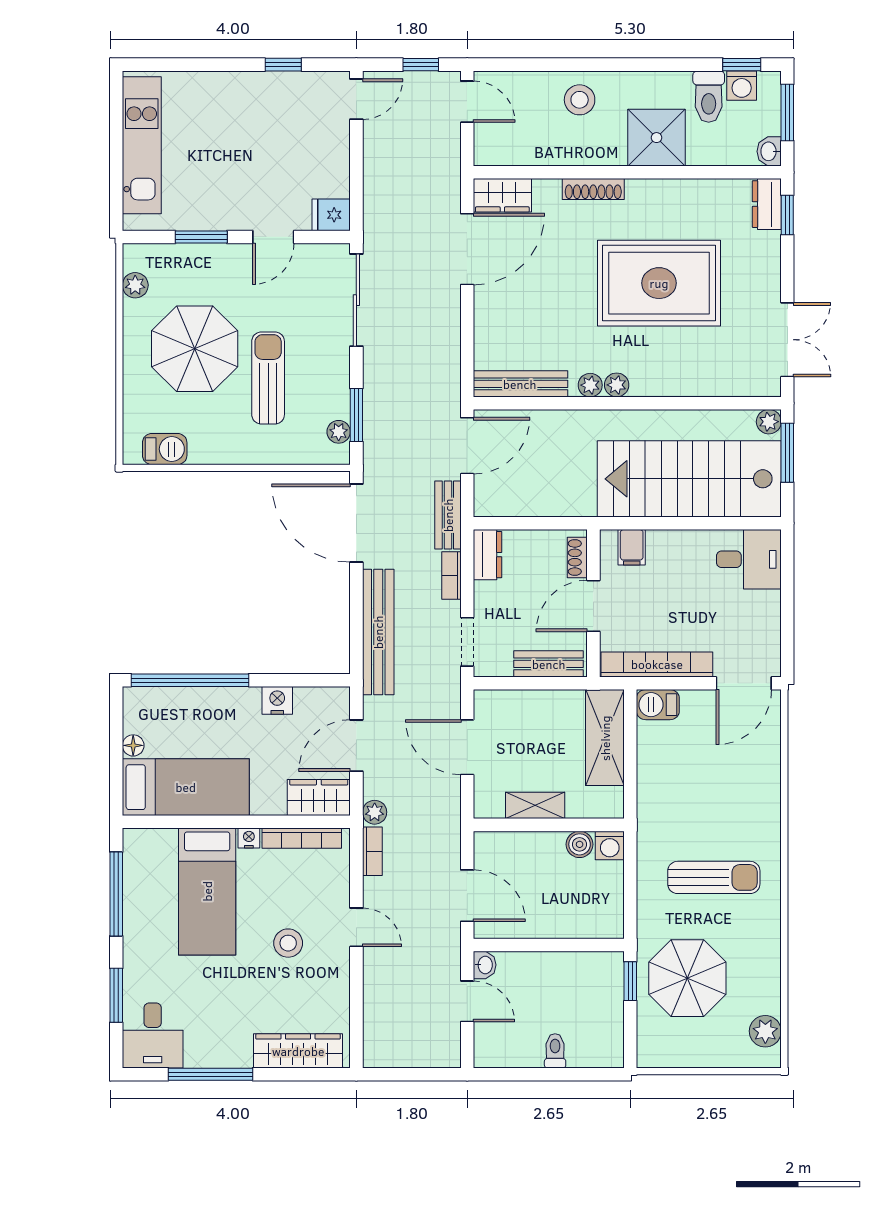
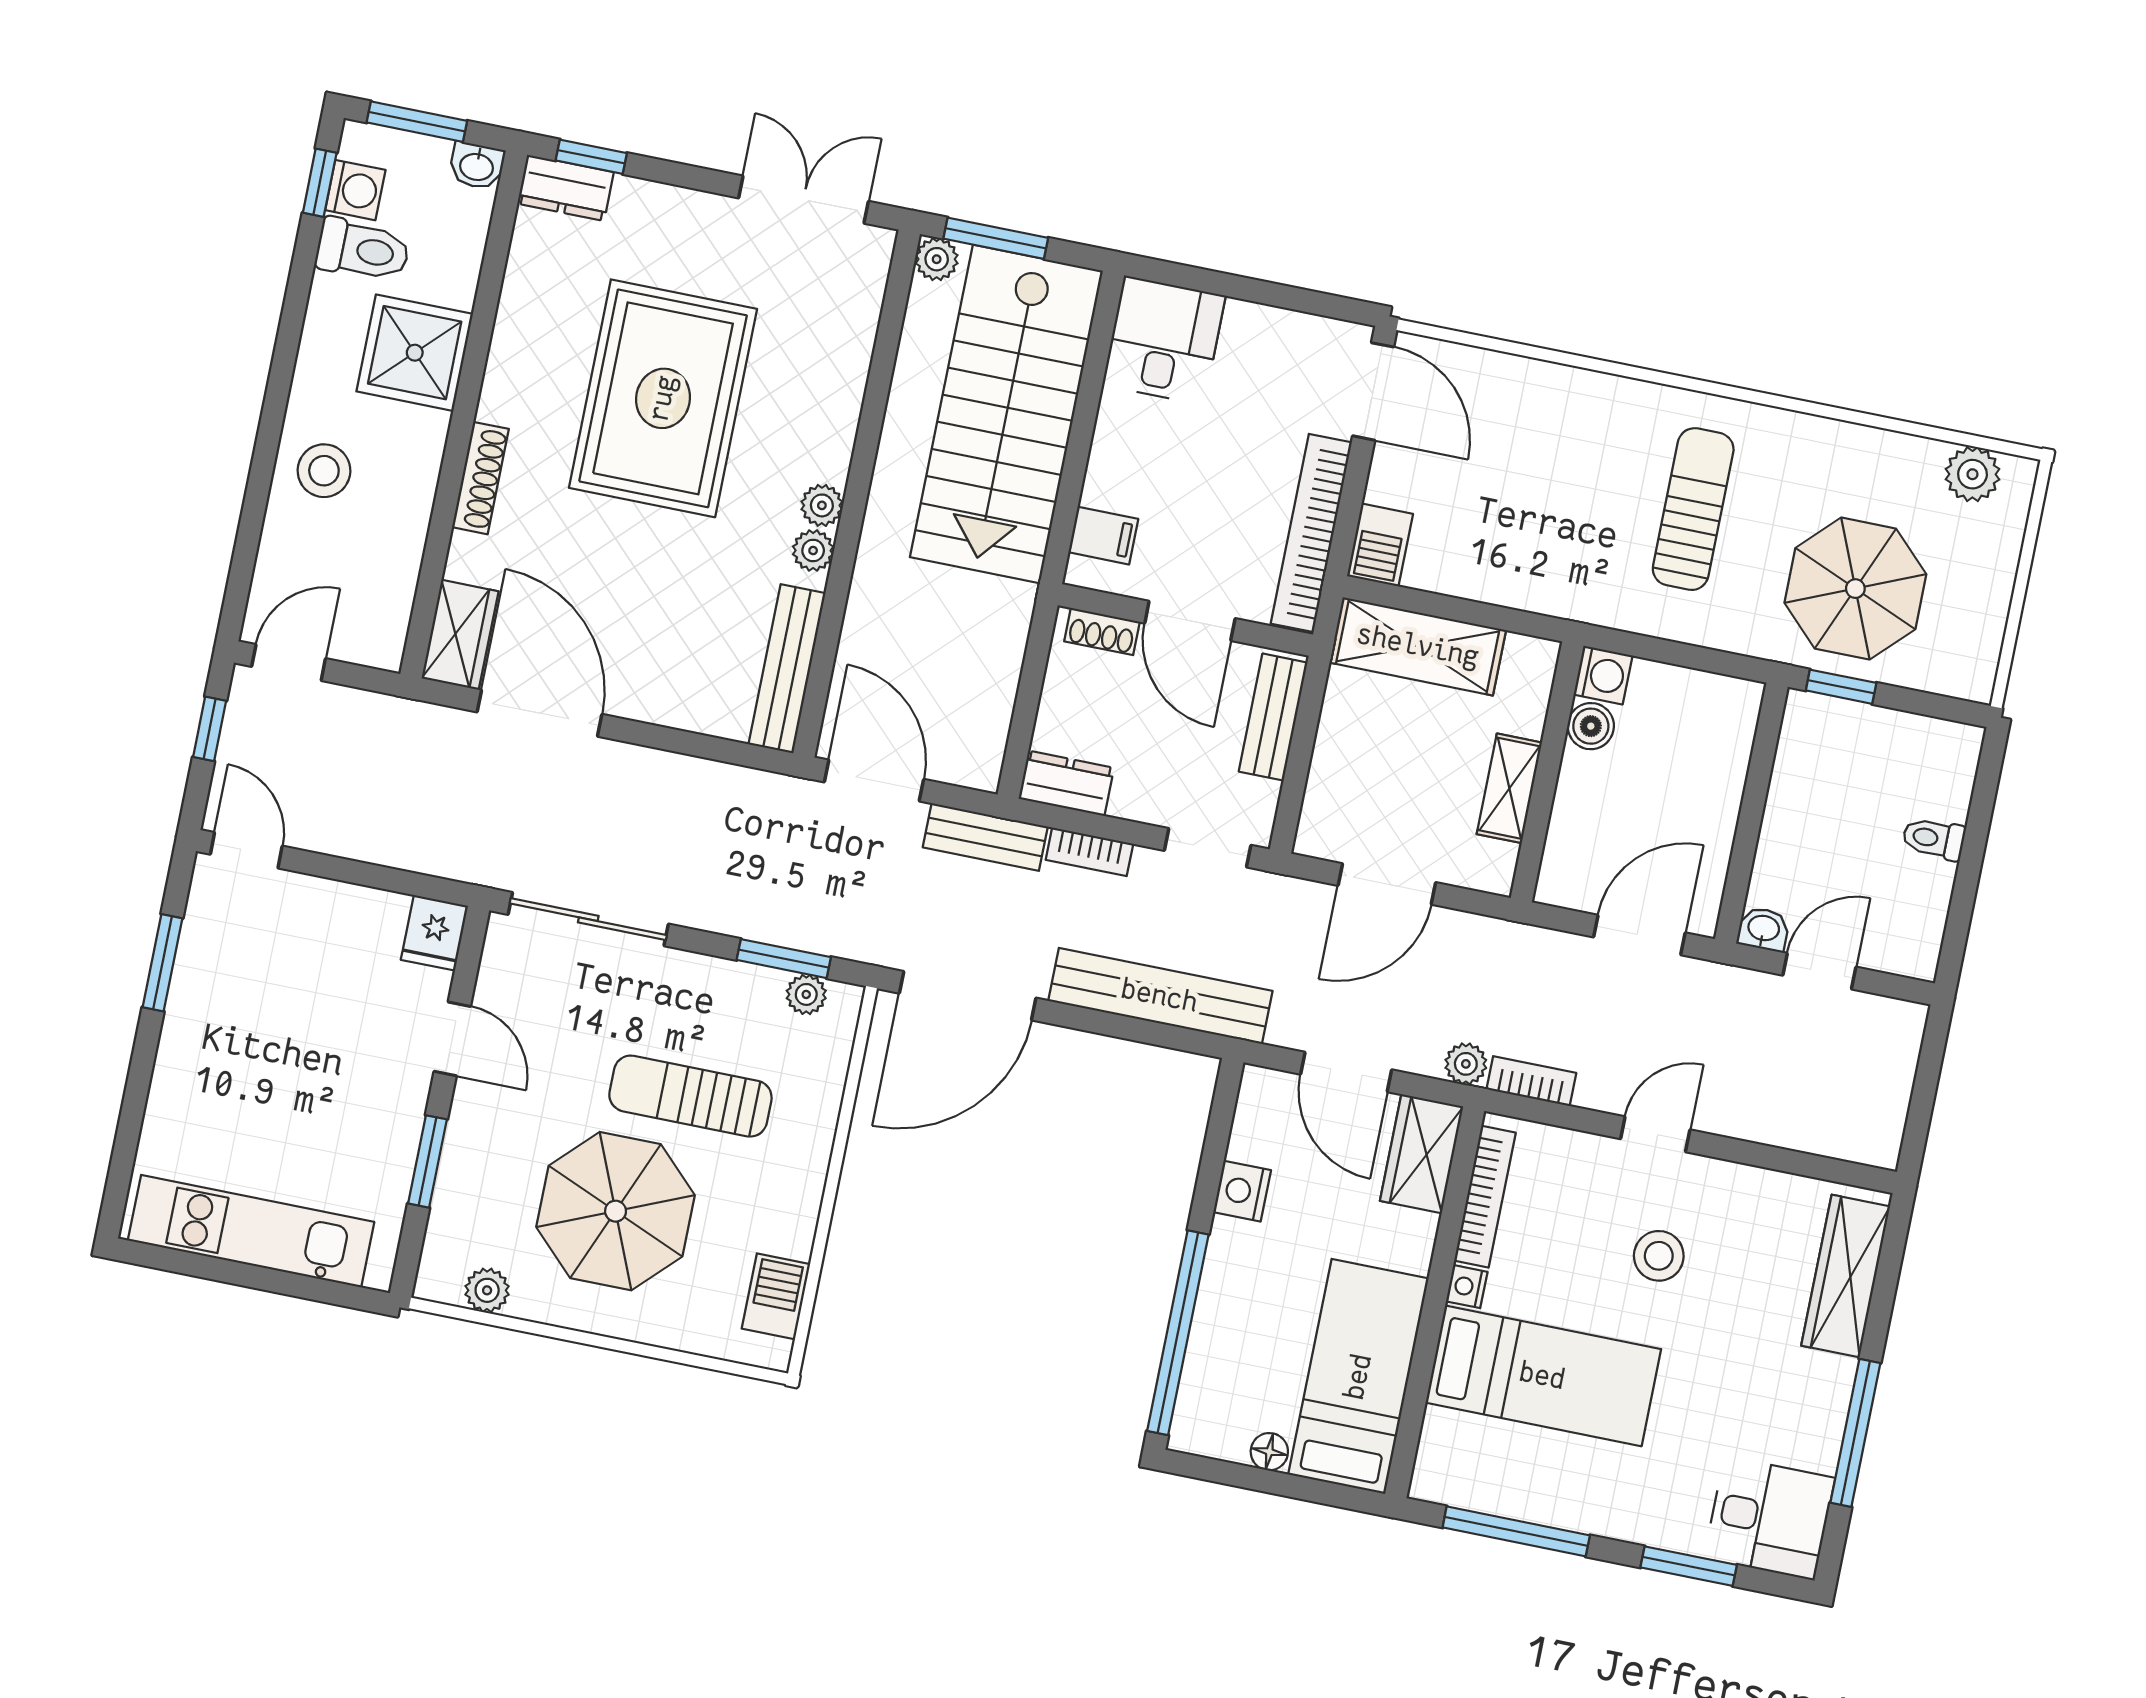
window: (283, 65) -> (162, 963), width x1.50

